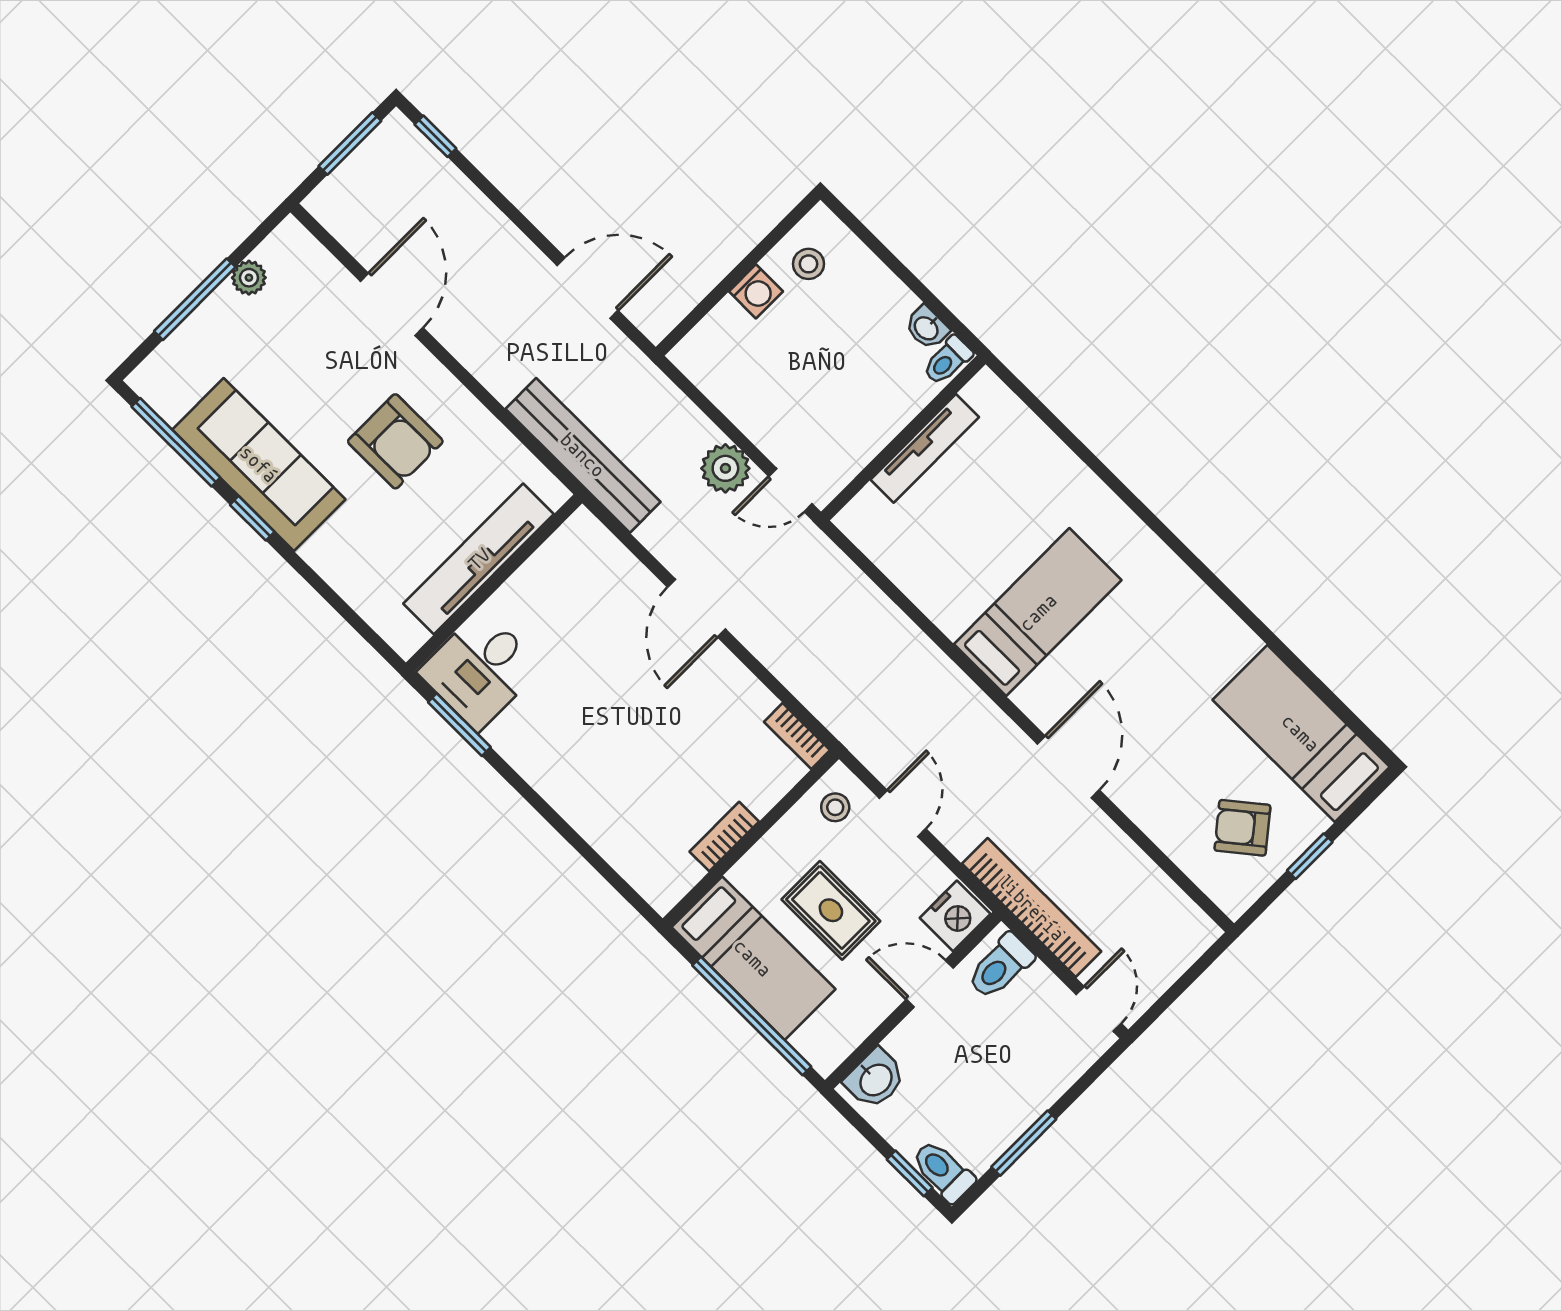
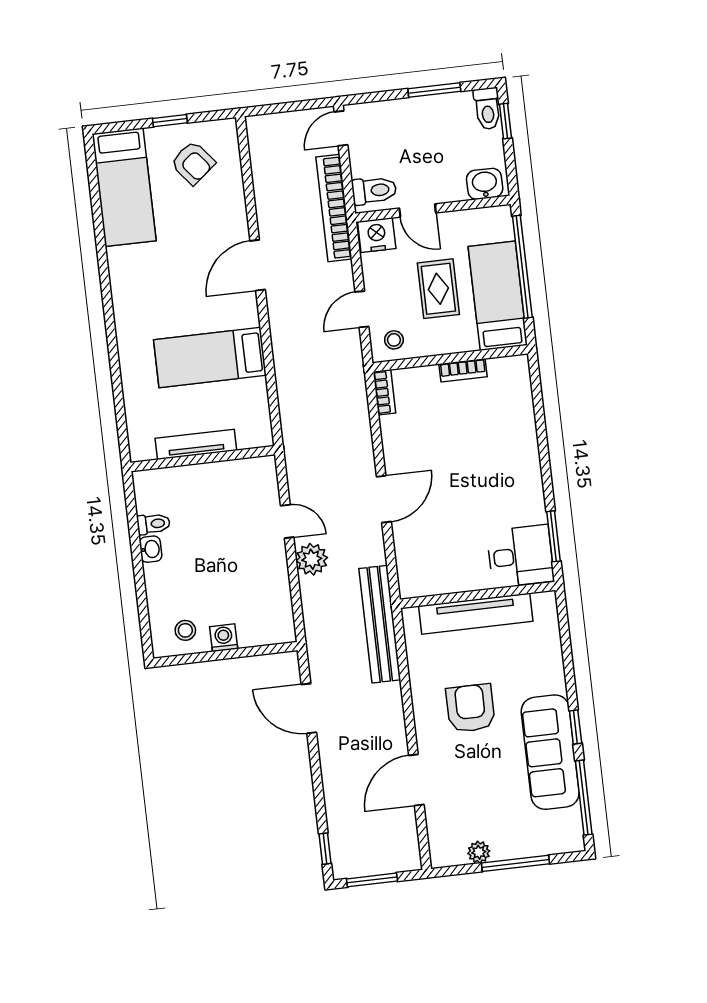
wall: (903, 438) -> (203, 459), moved
tv unit: (925, 448) -> (196, 444), moved

